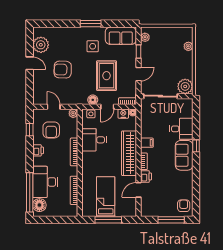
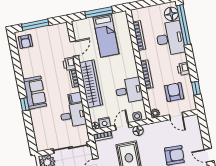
desk: (181, 129) -> (73, 115), moved, turned 180

